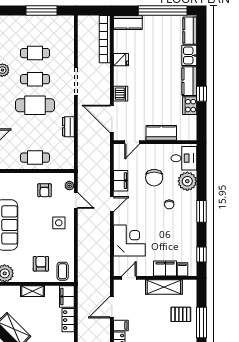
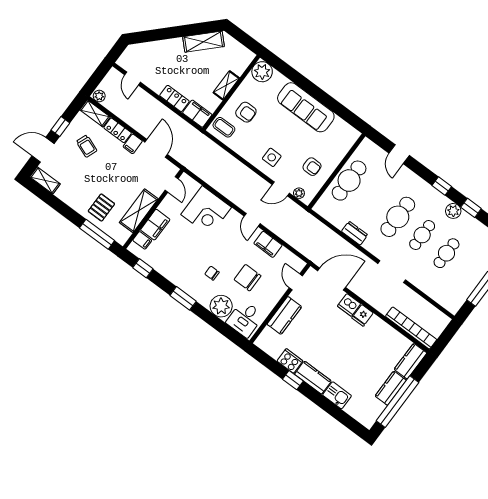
kitchen counter: (190, 31) -> (391, 388), moved, turned -90
fridge: (121, 60) -> (362, 315), moved
cafe table: (35, 158) -> (349, 181), width x1.37, depth x1.35
armchair: (44, 190) -> (312, 167), turned 180
window: (201, 322) -> (97, 234), moved

